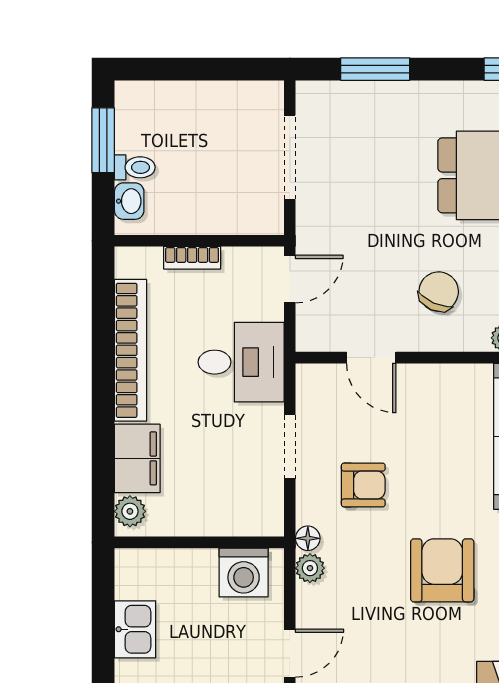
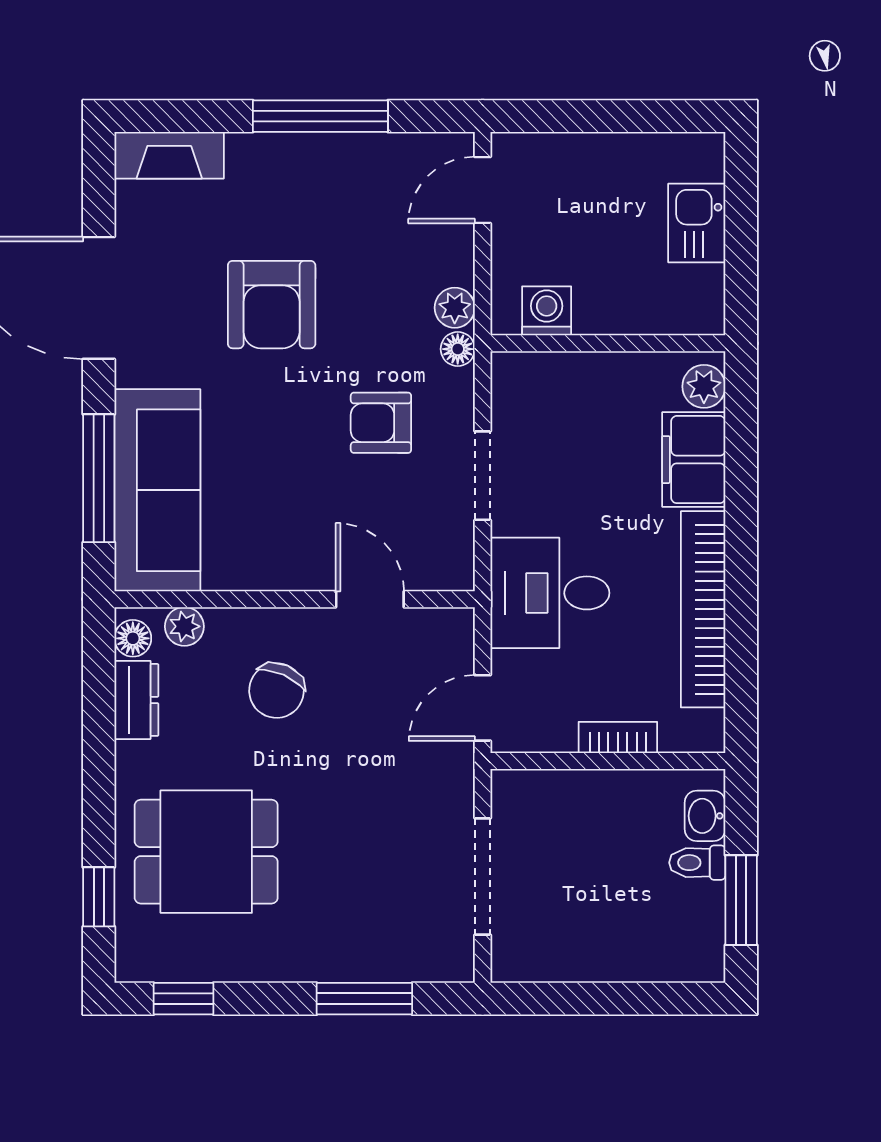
washing machine: (244, 572) -> (547, 311), width x0.73, depth x0.73

